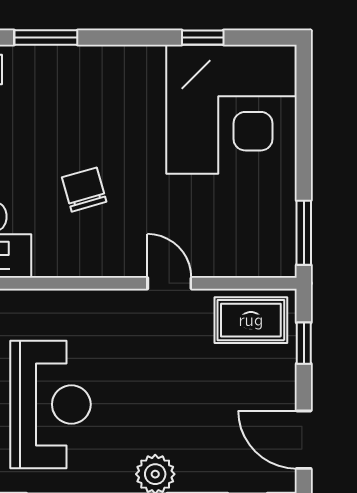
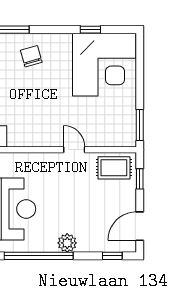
chair: (84, 190) -> (31, 56), moved
door: (304, 440) -> (140, 226), hinge flipped

